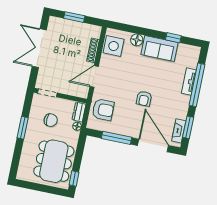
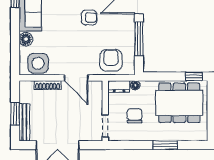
bench: (65, 24) -> (24, 122), added
window: (23, 128) -> (165, 145), moved

